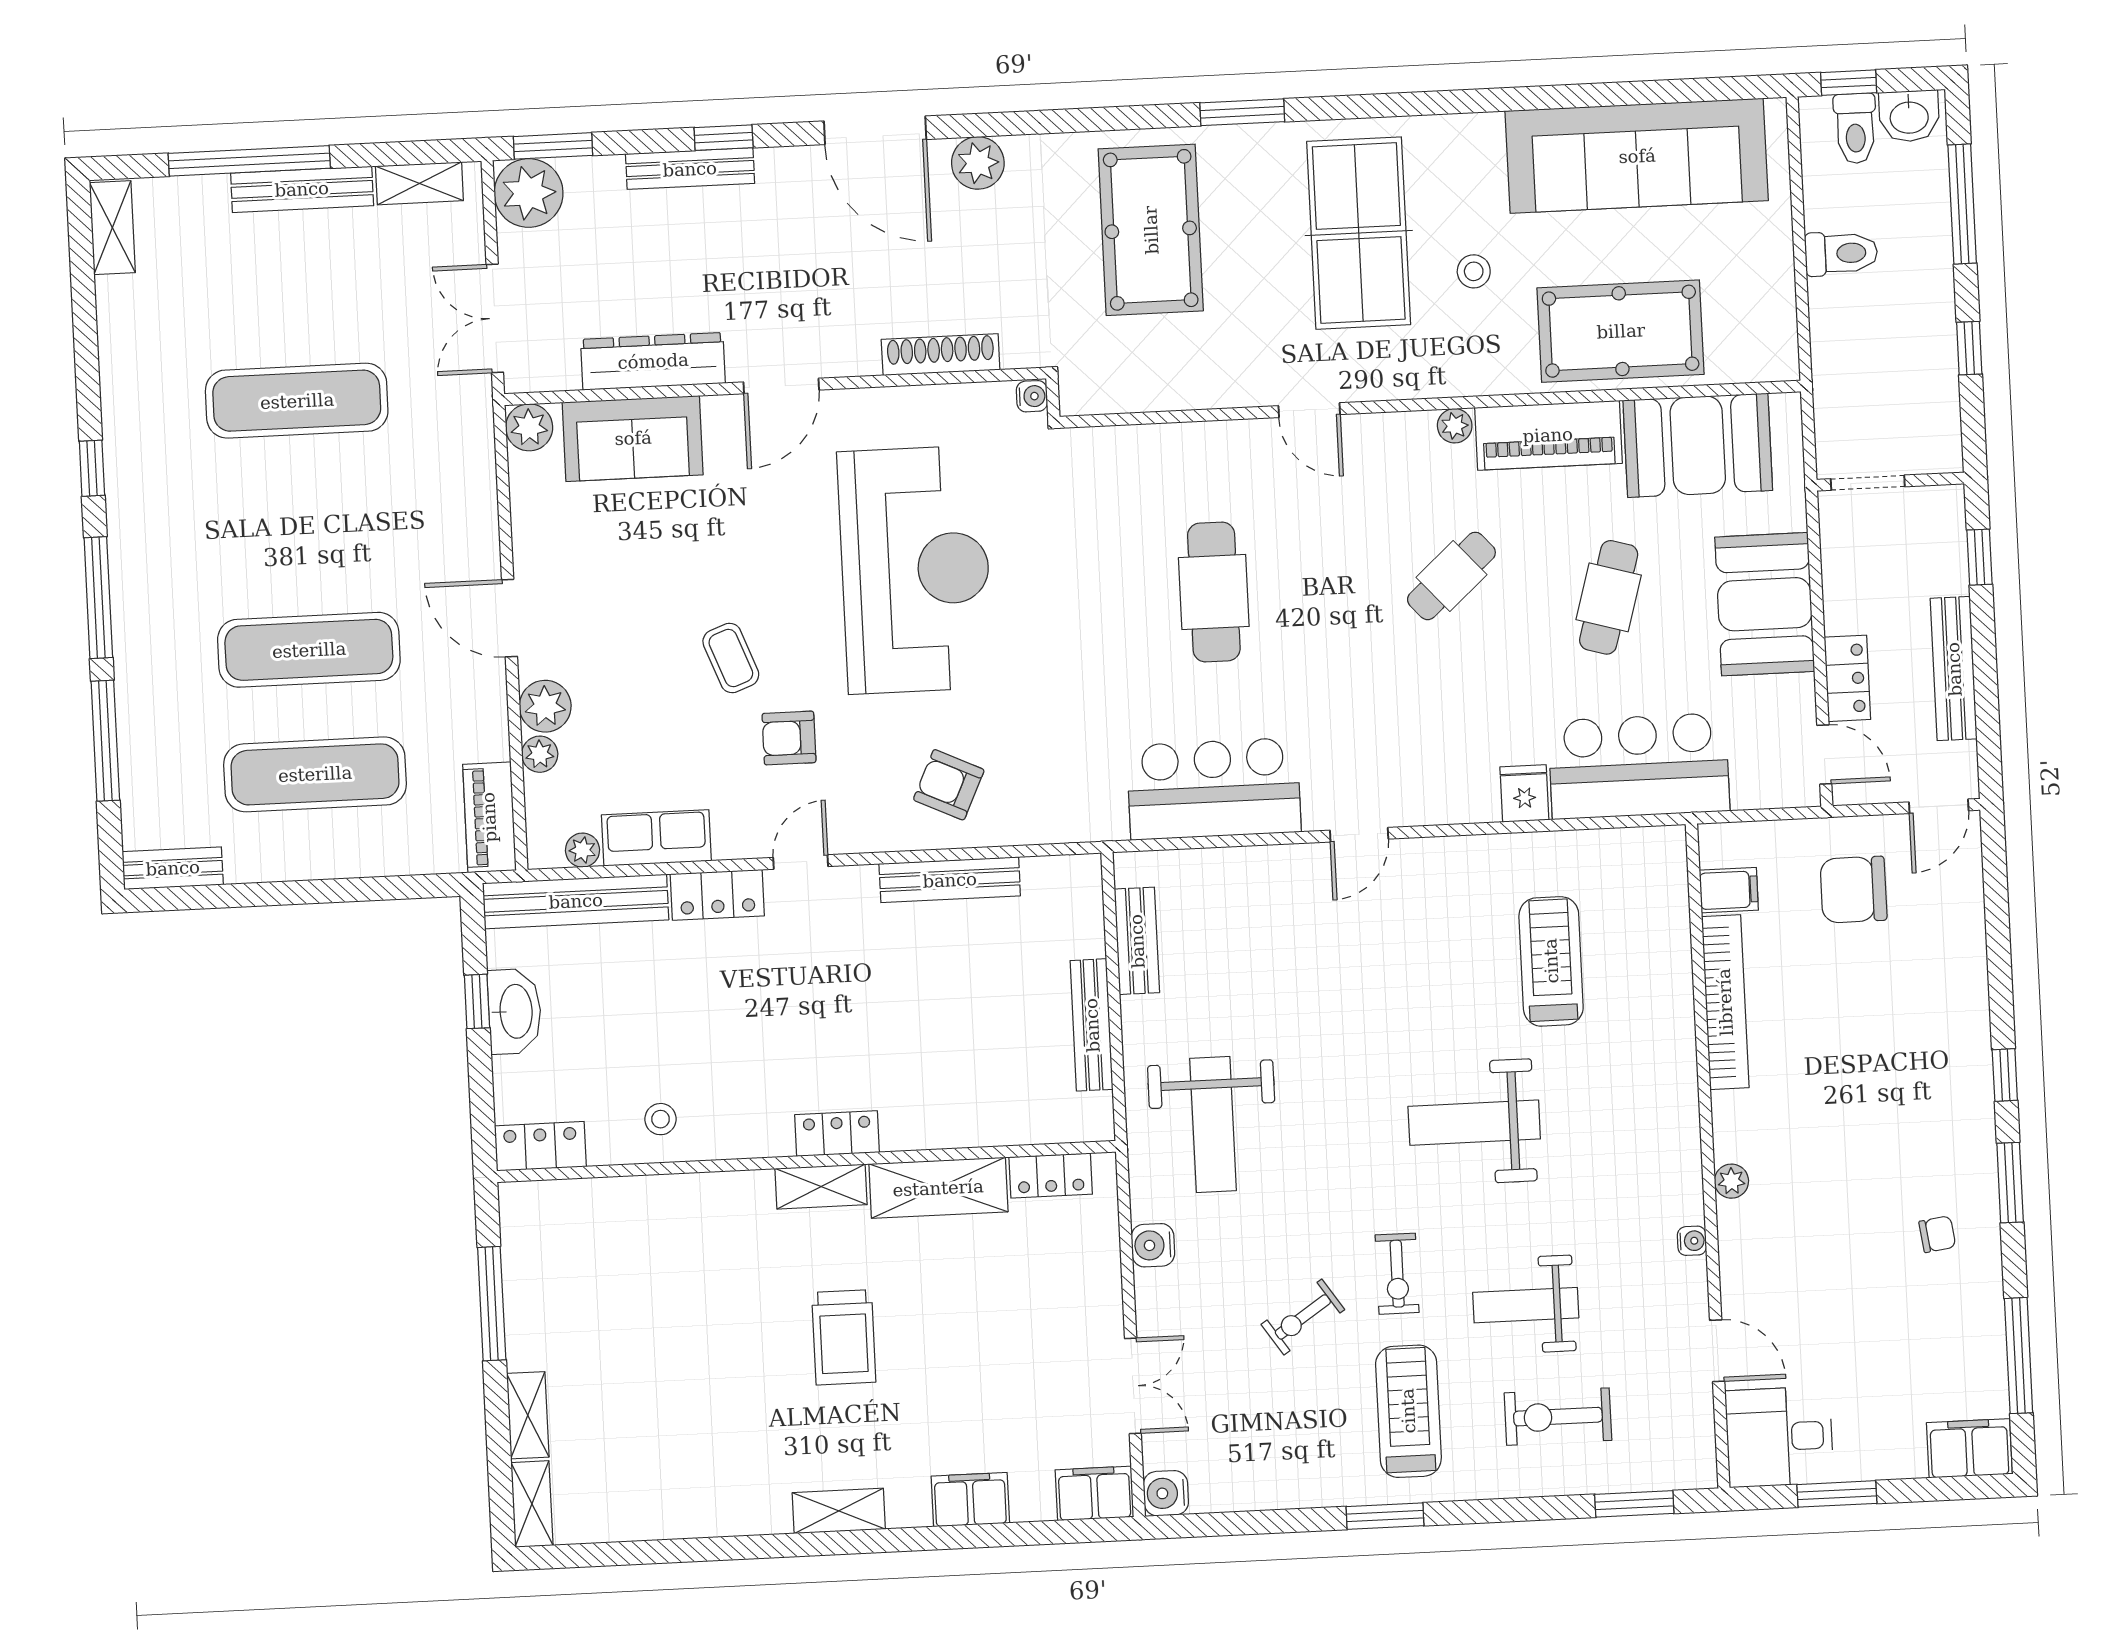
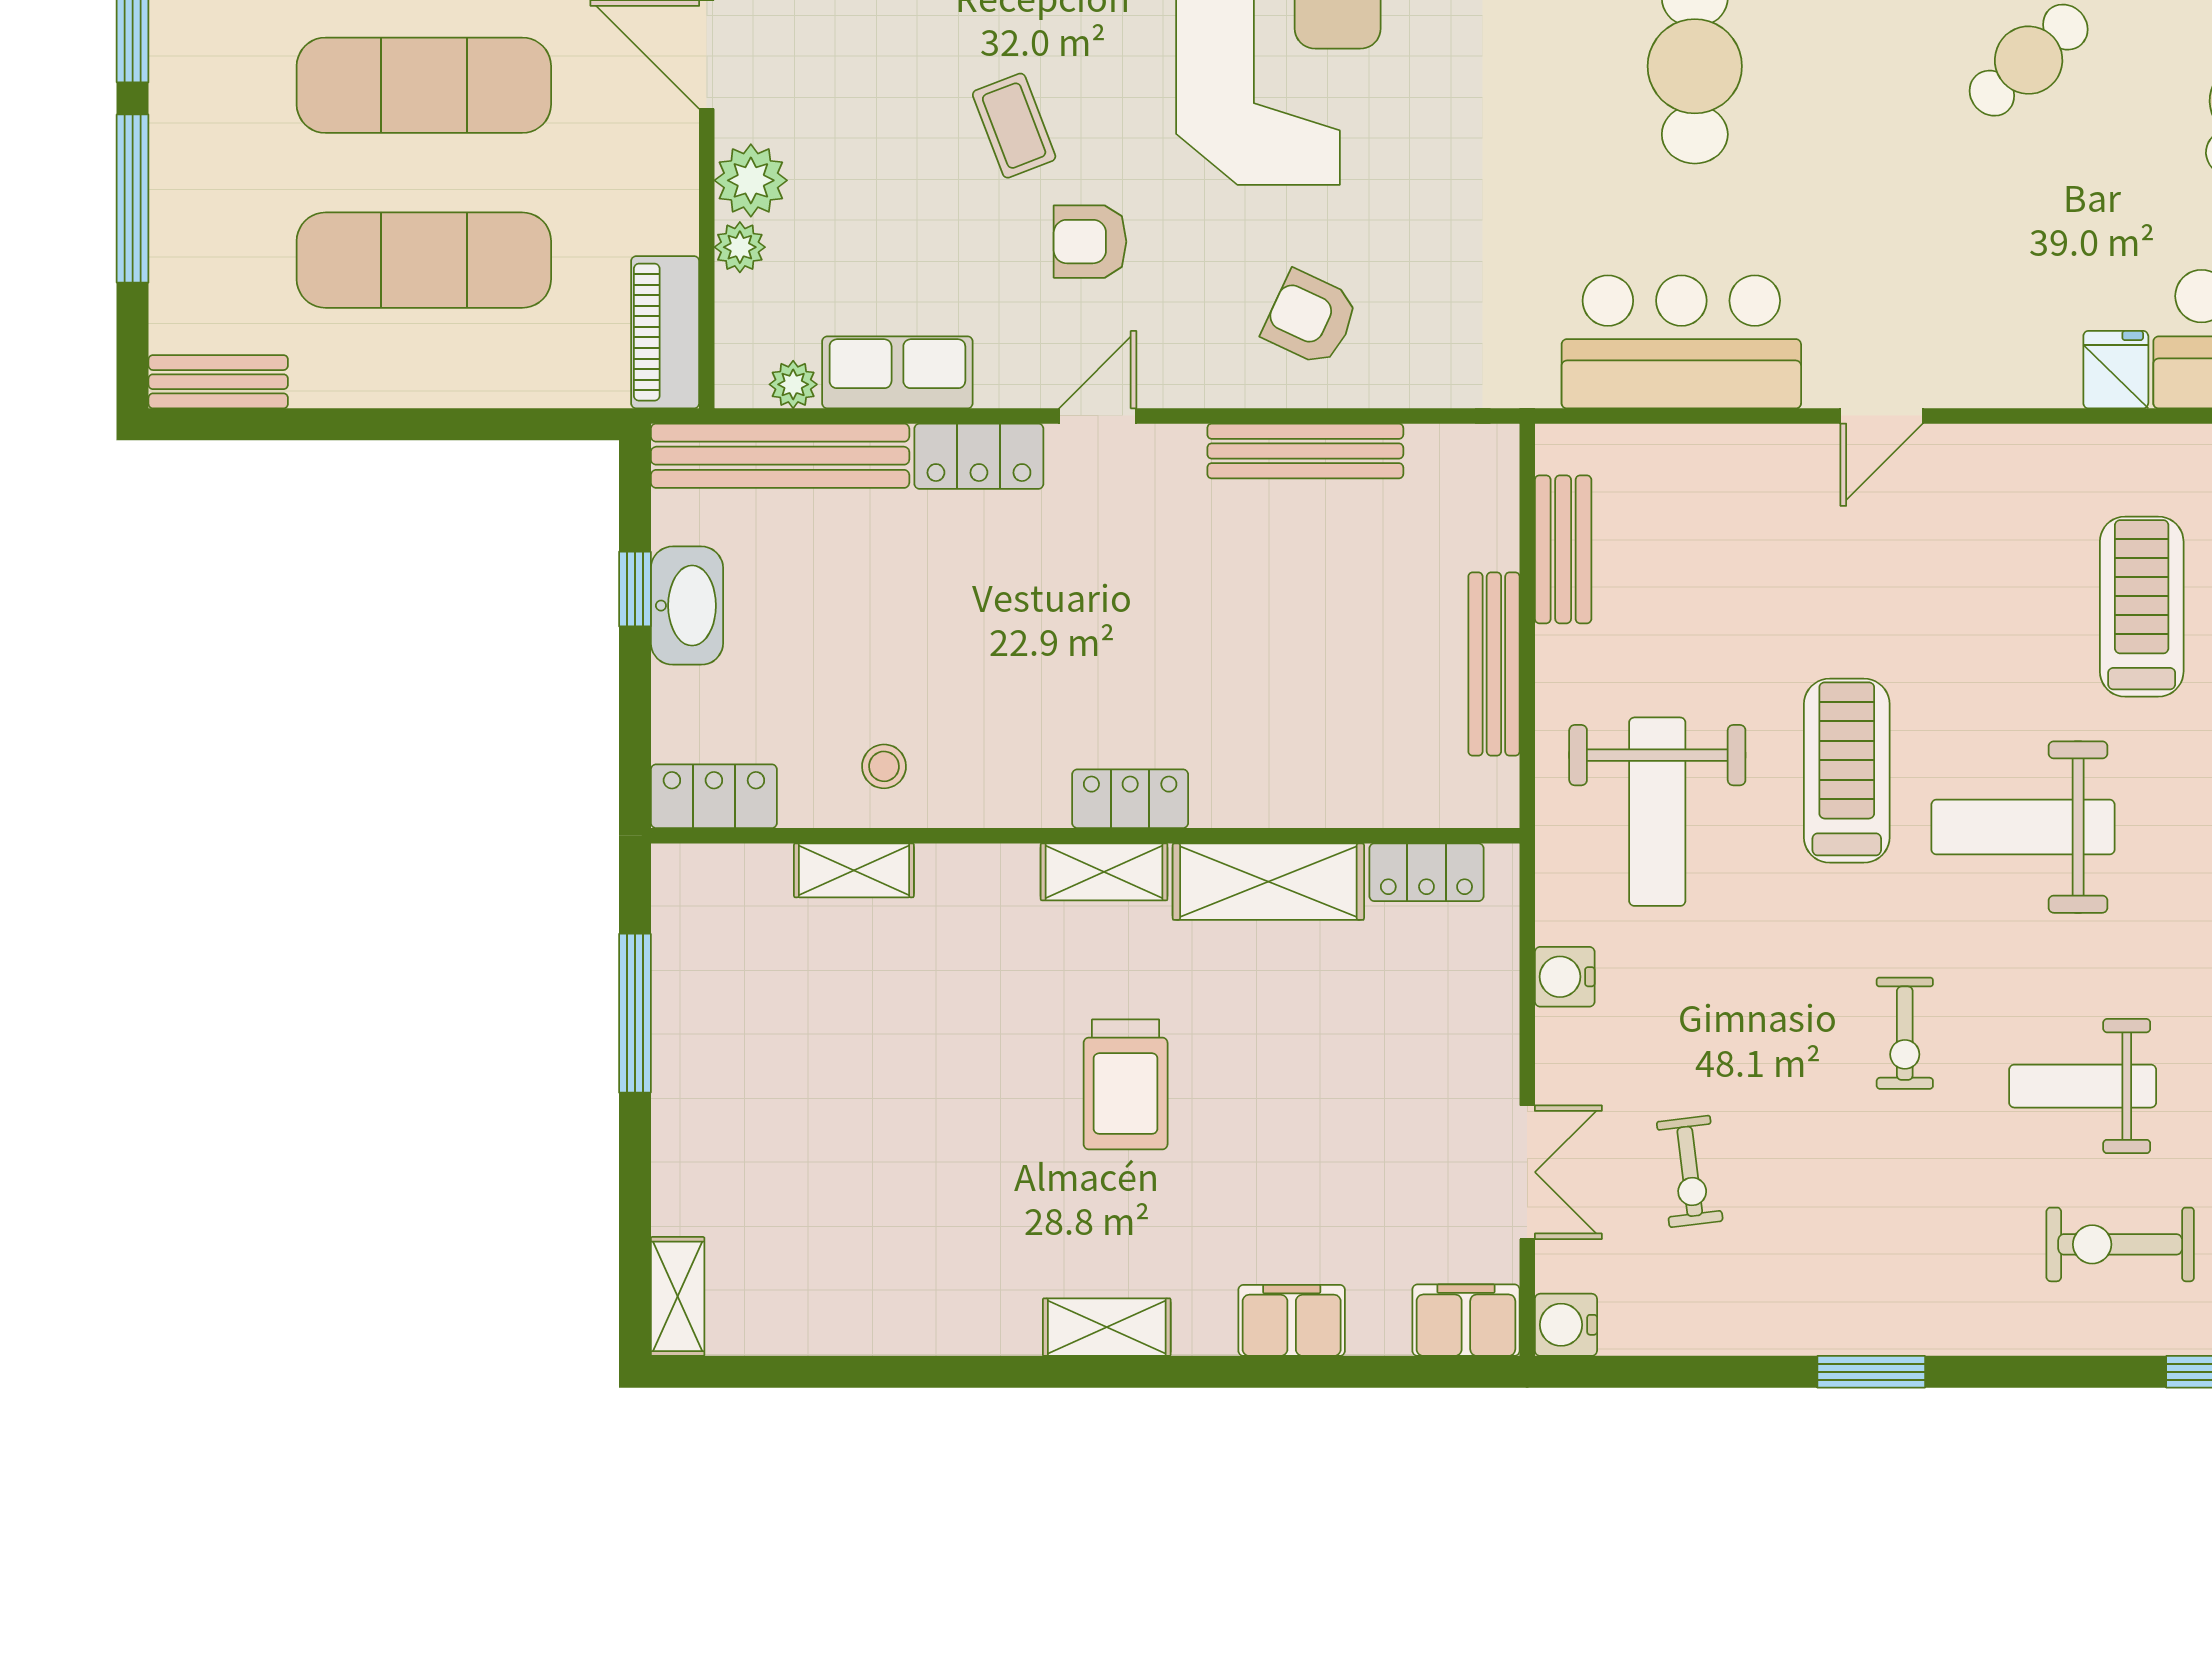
exercise bike: (1303, 1317) -> (1690, 1171), moved, turned -63
treadmill: (1408, 1411) -> (1847, 771), moved
shelving: (528, 1415) -> (854, 870), moved, turned 90

